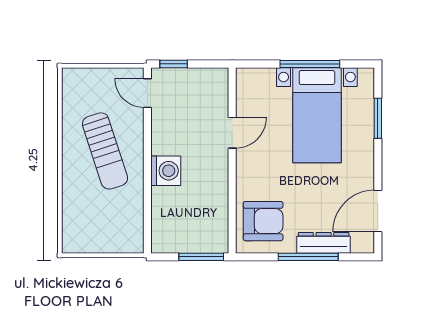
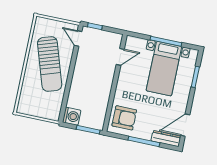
door: (232, 133) -> (120, 57), moved
sun lounger: (105, 151) -> (50, 64), width x1.36, depth x1.34
washing machine: (166, 171) -> (72, 116), moved
dresser: (324, 243) -> (166, 139), moved

